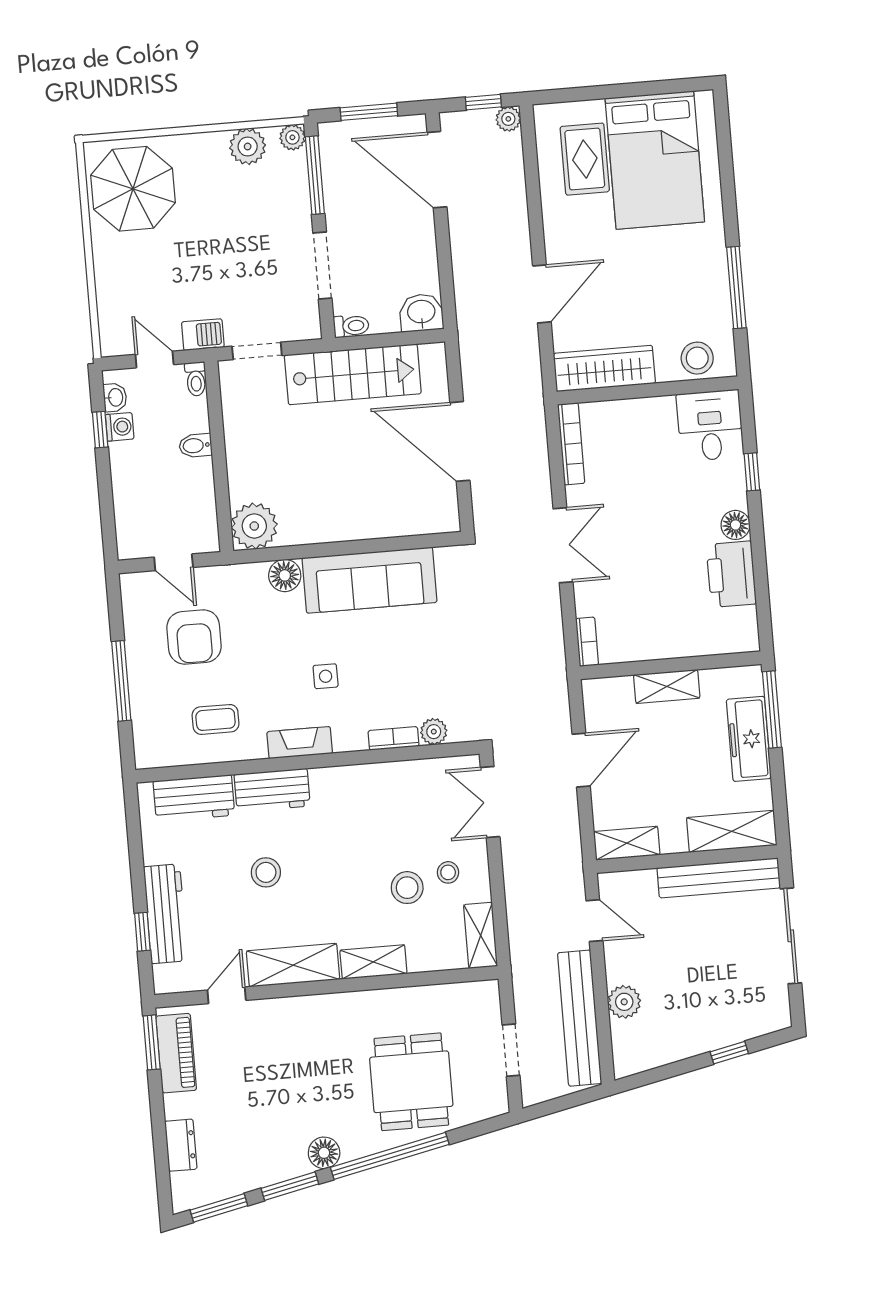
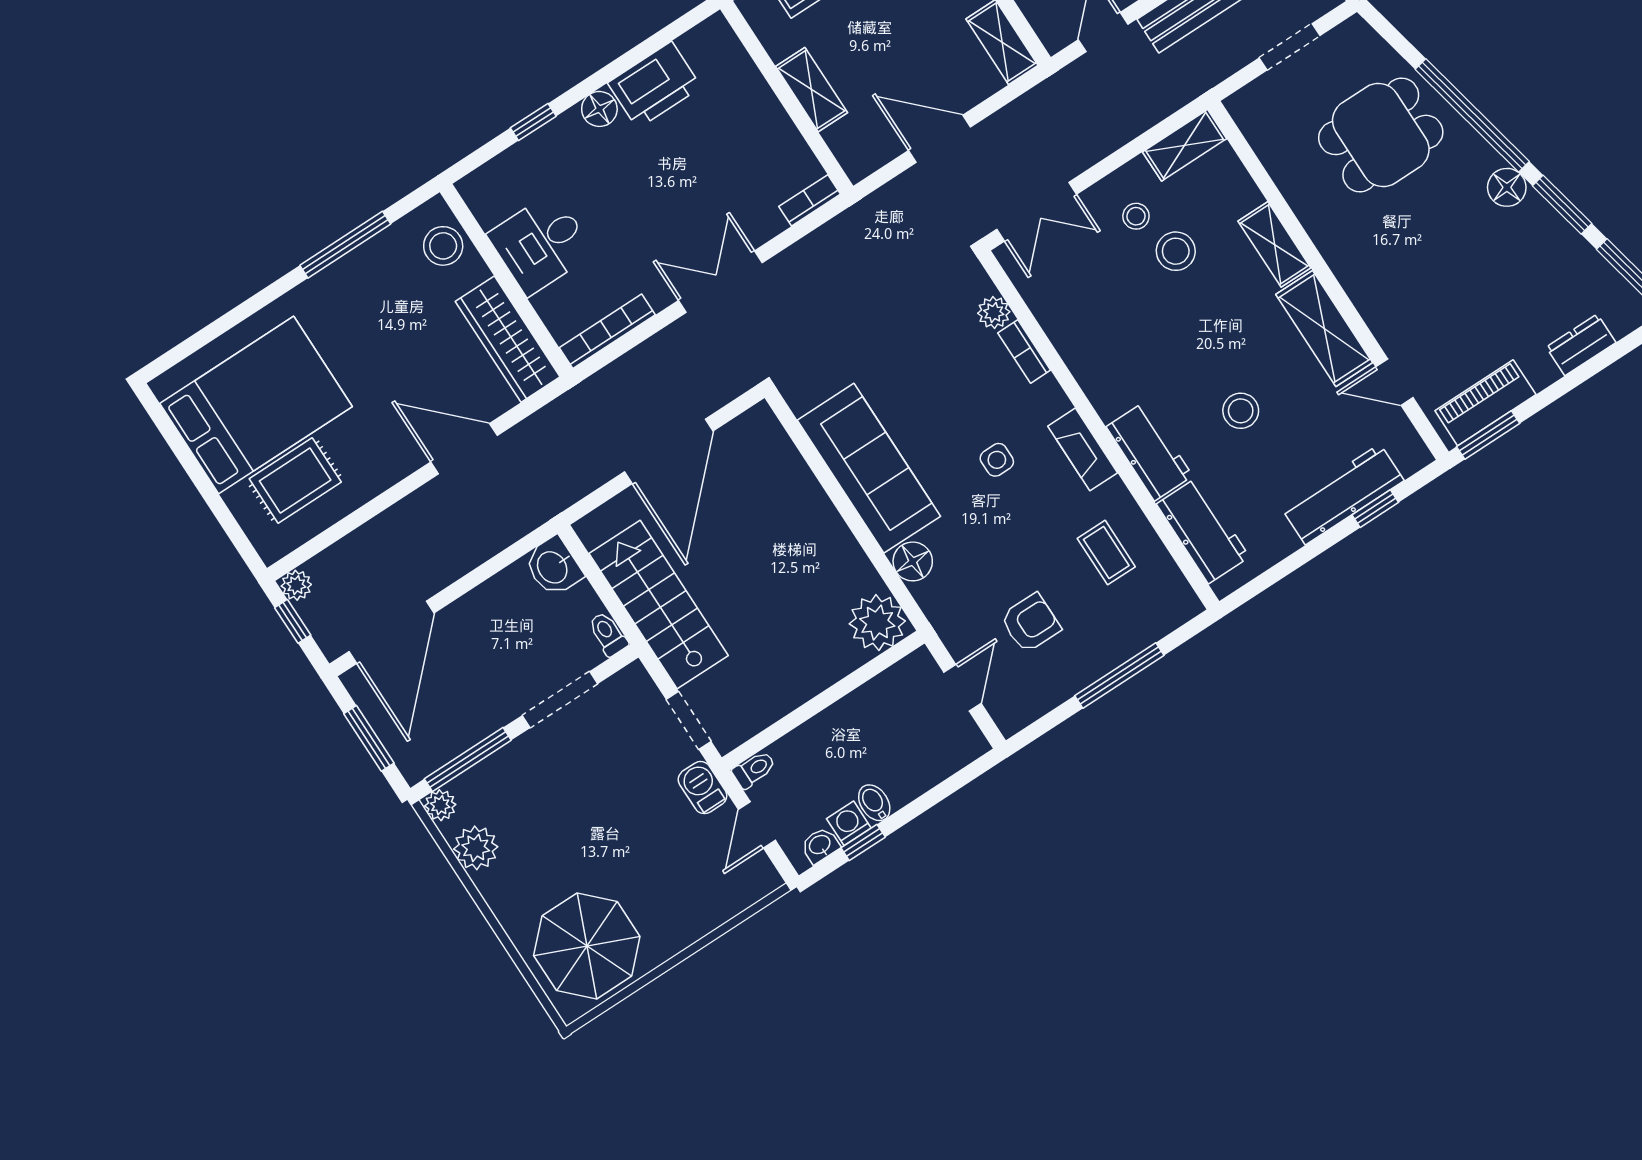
desk: (710, 426) -> (541, 244), moved
bidet: (195, 445) -> (874, 803), moved, turned 180
armchair: (194, 637) -> (1031, 623), width x0.72, depth x0.72

